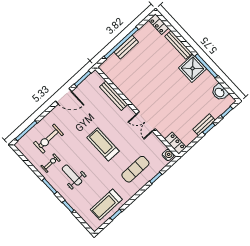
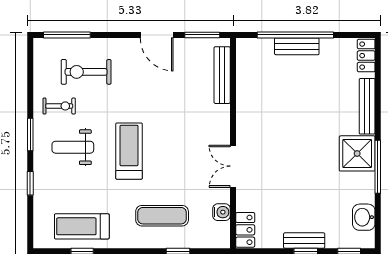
bench: (114, 96) -> (222, 75), moved
treadmill: (103, 144) -> (129, 151), moved
water cooler: (168, 155) -> (221, 212), moved
weight bench: (72, 175) -> (73, 147), turned -90

